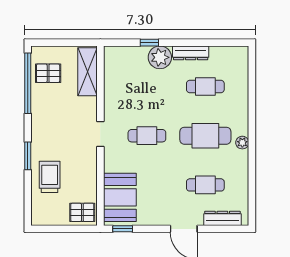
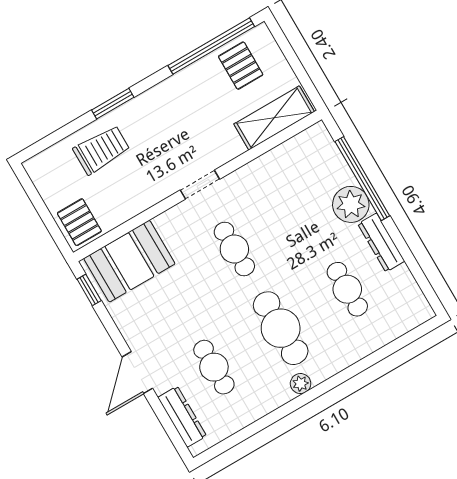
window: (149, 43) -> (362, 179), width x3.17

